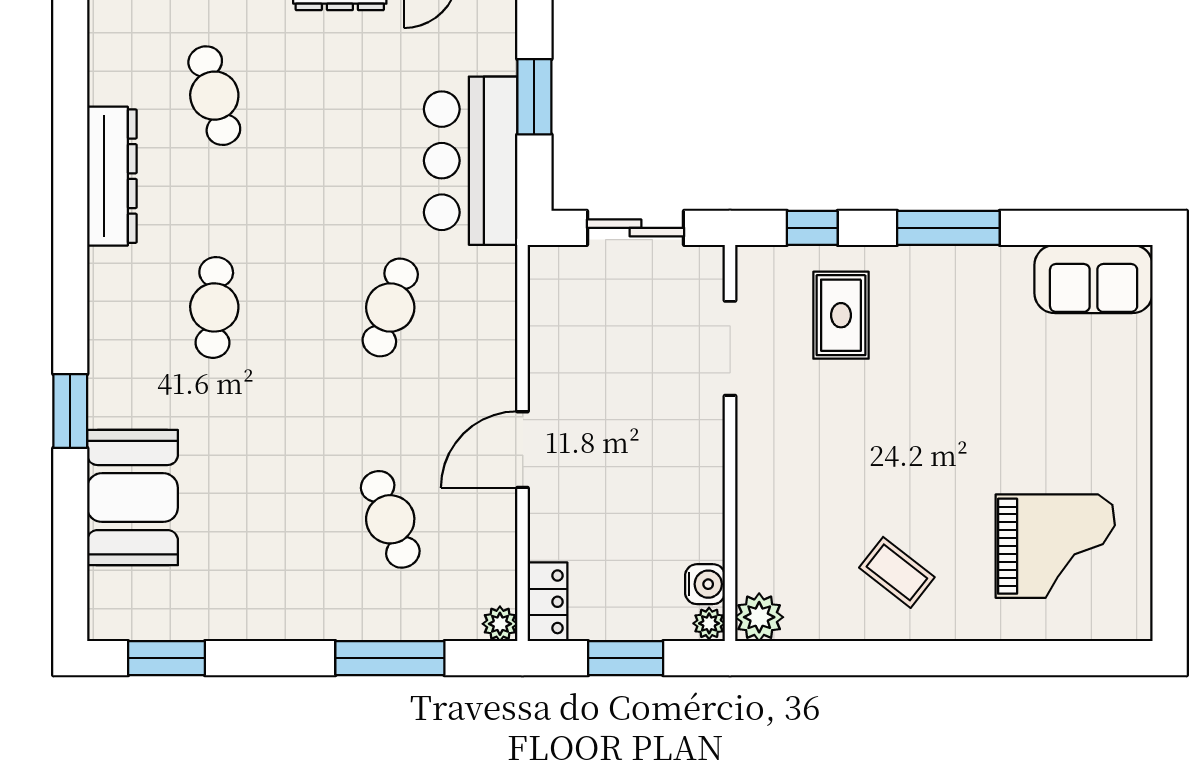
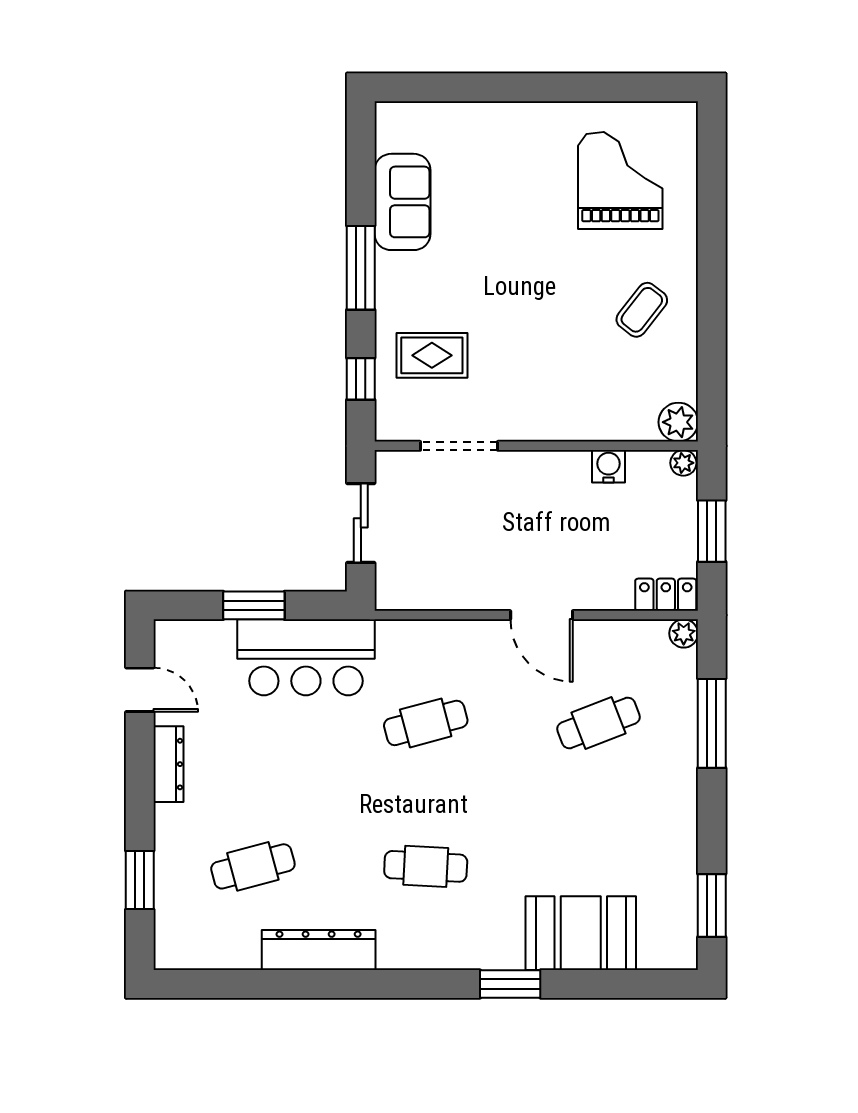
sofa: (1094, 279) -> (403, 202), moved
cafe table: (390, 307) -> (426, 723), turned -33
water cooler: (705, 584) -> (609, 466), moved

